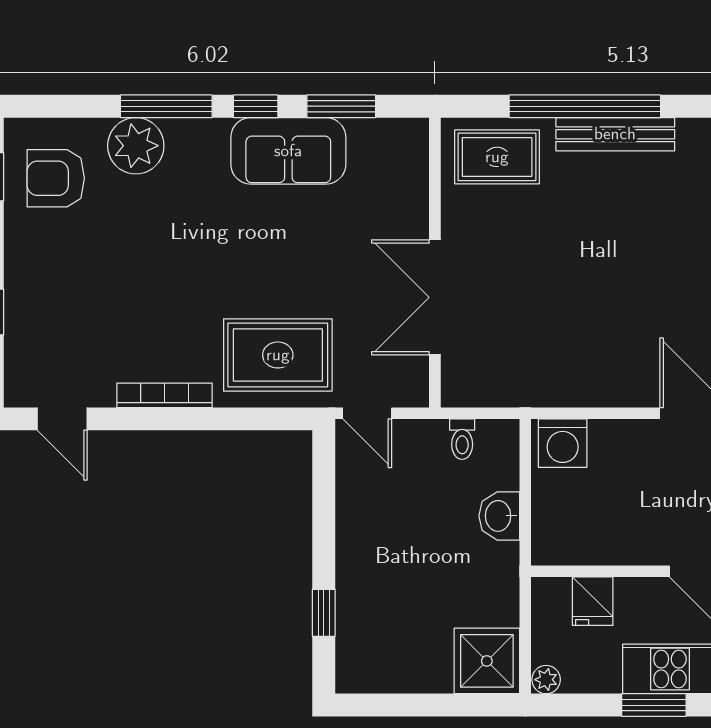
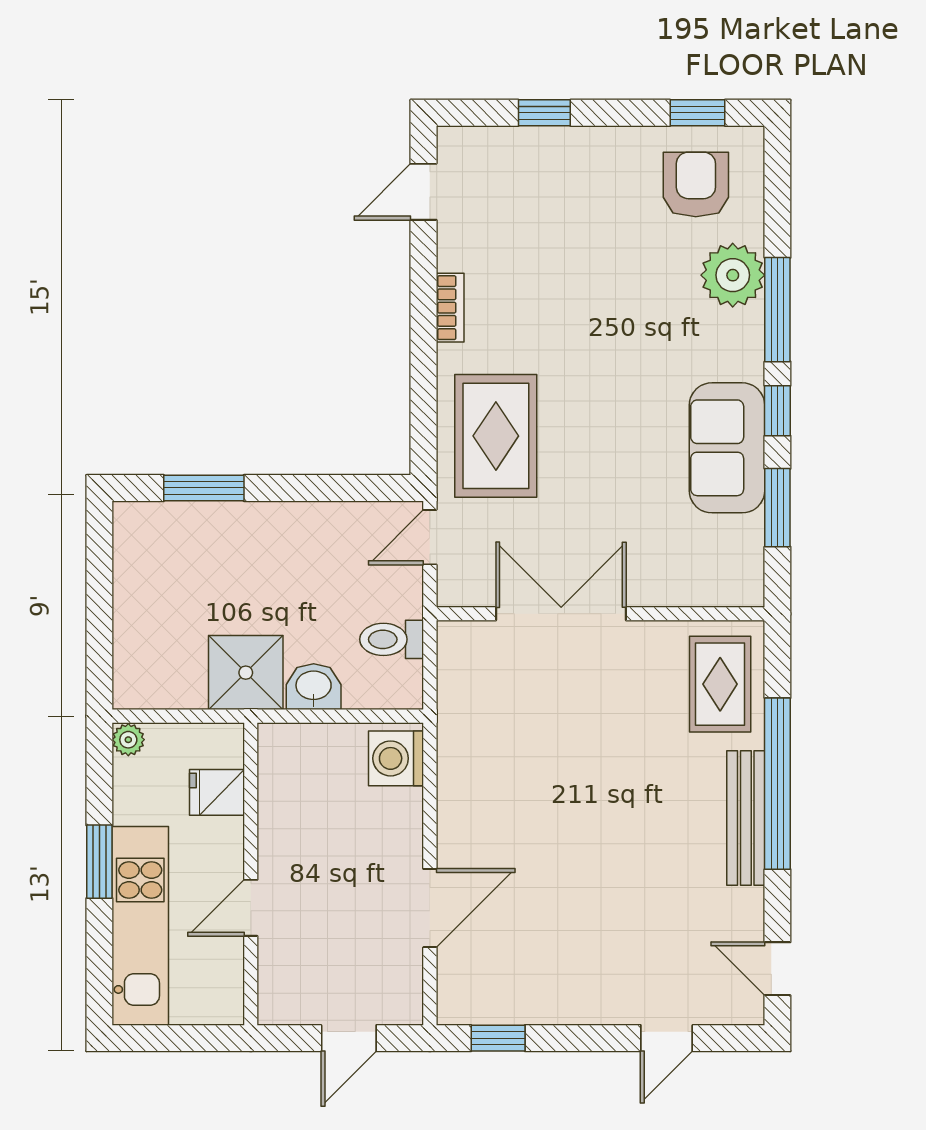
bookcase: (165, 395) -> (450, 308), width x0.64
toilet: (462, 439) -> (392, 639), width x1.37, depth x1.39
window: (324, 613) -> (204, 488), width x1.50
shower: (487, 661) -> (246, 673), moved

